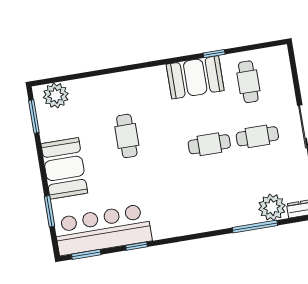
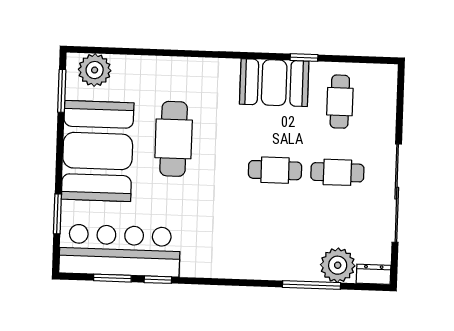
cafe table: (127, 136) -> (174, 139), width x1.37, depth x1.35
booth: (64, 168) -> (98, 151), width x1.36, depth x1.42
window: (86, 254) -> (112, 278), moved

